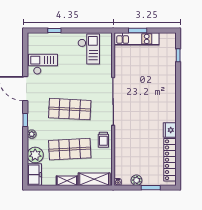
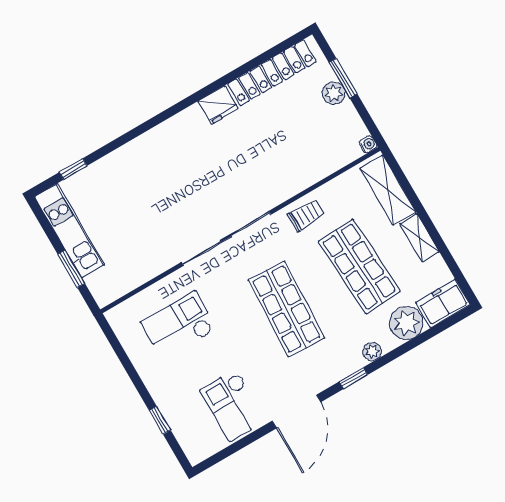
kitchen unit: (136, 39) -> (69, 231), moved
checkout: (89, 49) -> (179, 325), moved
plant: (136, 180) -> (334, 93), moved

